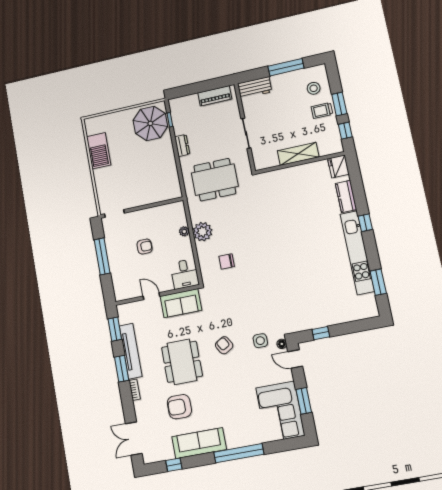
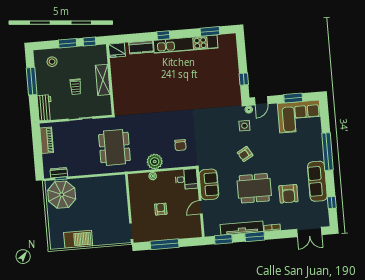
trolley: (322, 110) -> (76, 87), moved
dresser: (182, 145) -> (59, 173), moved

